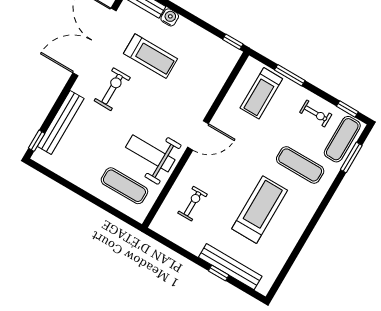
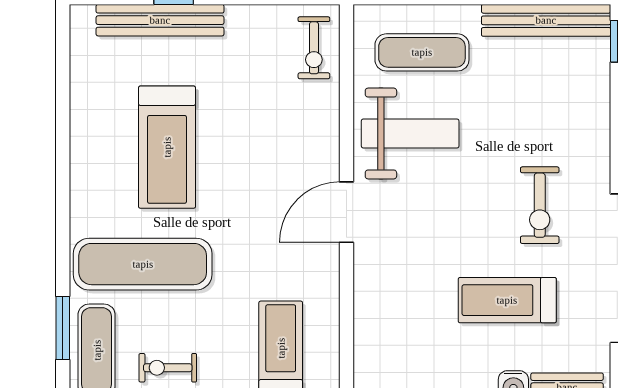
bench: (61, 122) -> (546, 20), moved, turned 90
exercise mat: (300, 165) -> (143, 264), width x1.36, depth x1.45
exercise bike: (192, 204) -> (314, 48), moved

